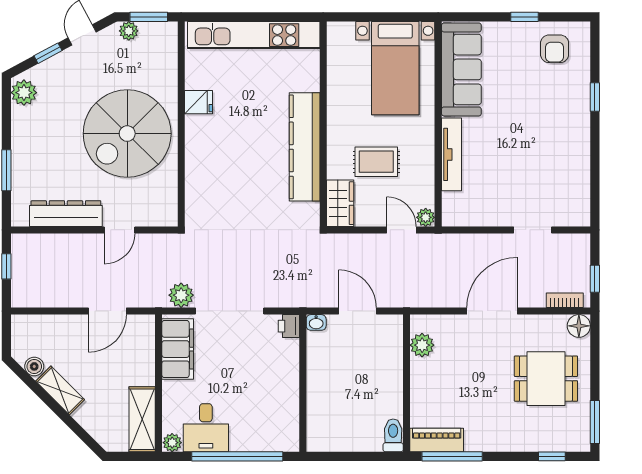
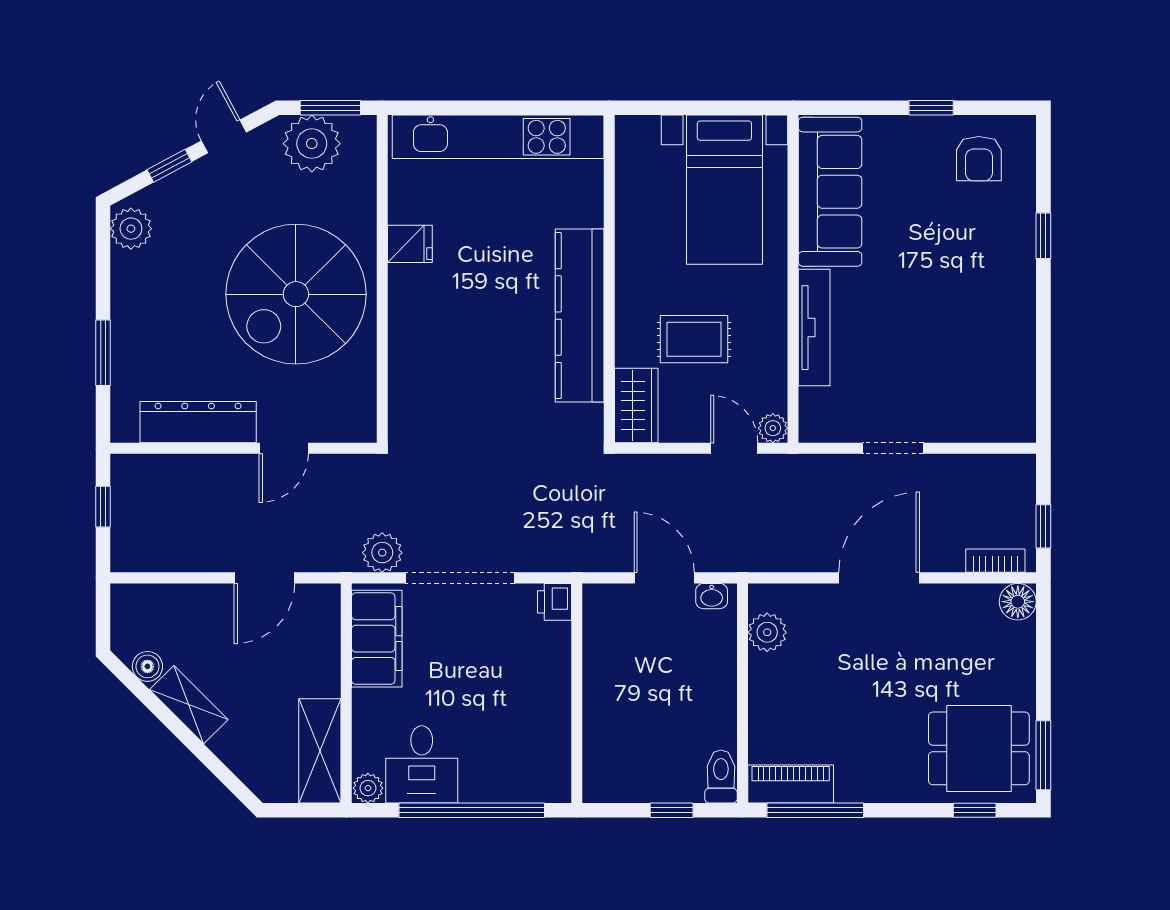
plant: (129, 31) -> (312, 144), width x1.88, depth x1.88
doorway: (533, 230) -> (893, 448), moved
washbasin: (316, 322) -> (712, 596), moved
dining table: (546, 379) -> (979, 748), moved
window: (362, 456) -> (672, 810), added

